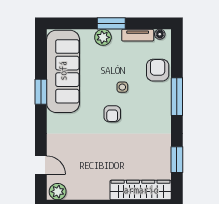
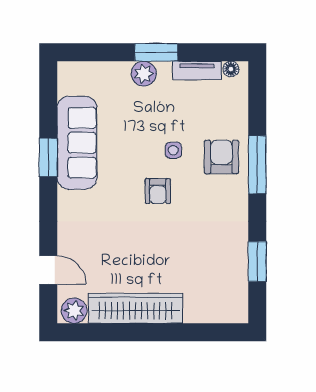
armchair: (158, 70) -> (221, 157), moved
sofa: (63, 71) -> (77, 143), width x0.74, depth x0.79
wardrobe: (141, 190) -> (136, 308), moved

